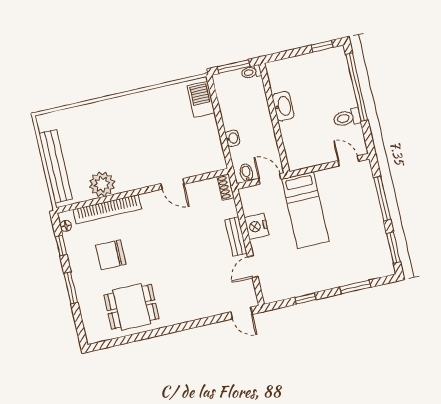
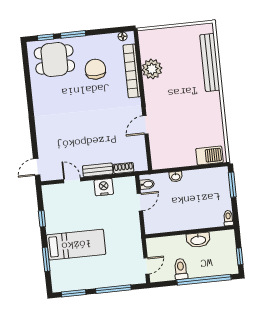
toilet: (251, 72) -> (228, 218), moved
washbasin: (283, 106) -> (198, 240), moved
wall: (274, 118) -> (190, 232), moved
bench: (56, 166) -> (210, 62), moved, turned 90
shoe rack: (226, 187) -> (124, 168), moved
bed: (305, 210) -> (76, 245), moved, turned 180
window: (61, 245) -> (46, 37), moved
dining table: (132, 307) -> (54, 60), moved, turned 90

